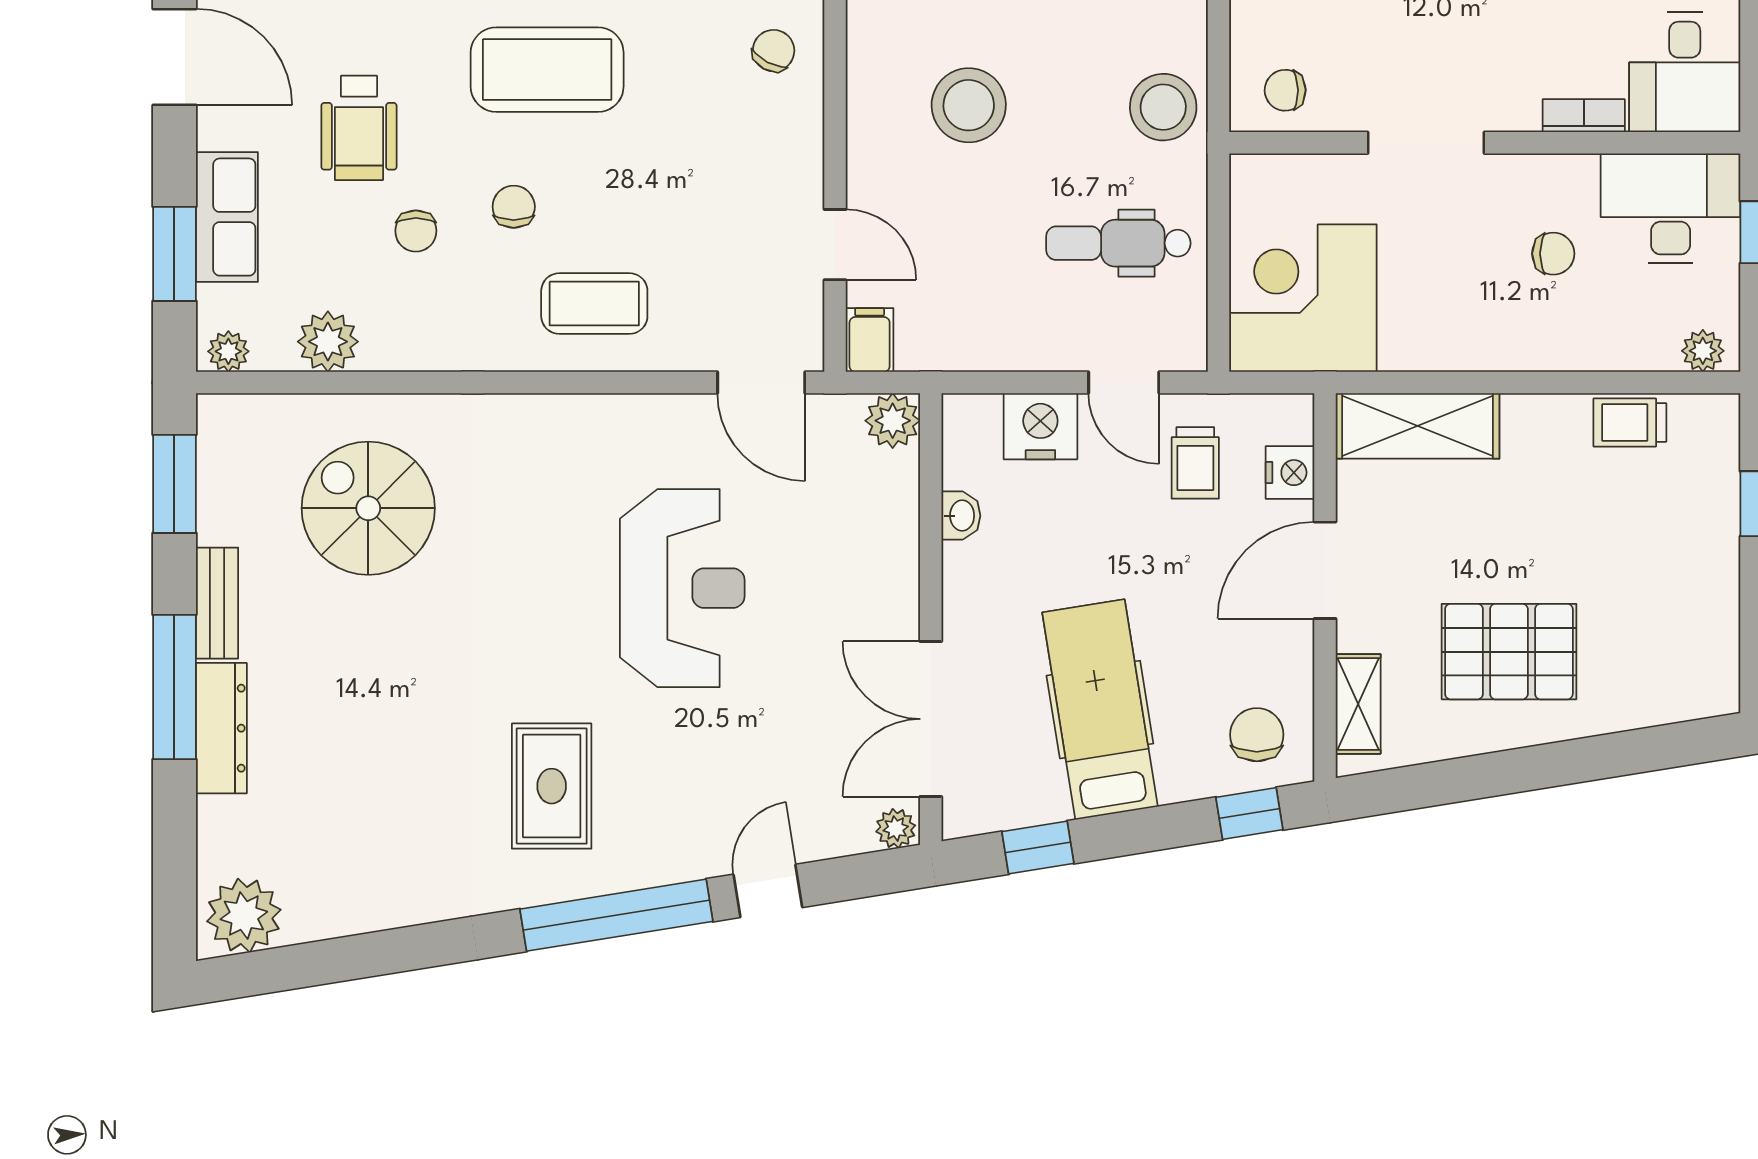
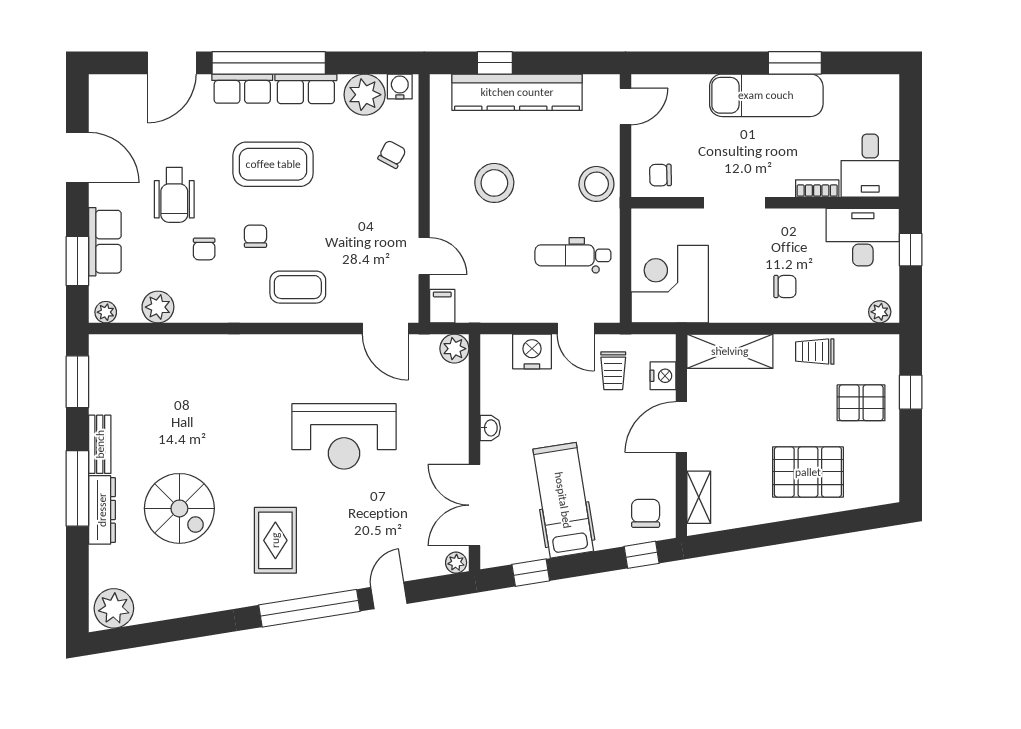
chair: (1553, 254) -> (785, 286), moved
trolley: (1630, 422) -> (815, 352), moved
spiral stairs: (368, 508) -> (179, 508), moved, turned 180
washbasin: (961, 516) -> (490, 428), moved
pallet: (1667, 524) -> (861, 403), added
reception desk: (682, 588) -> (344, 436), turned 90
pallet: (1509, 652) -> (808, 472), moved

